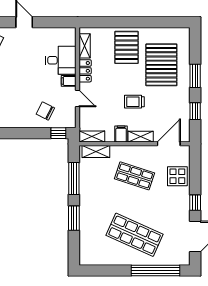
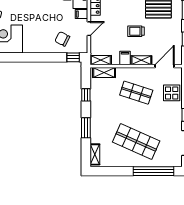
door: (78, 99) -> (89, 29), hinge flipped
window: (74, 179) -> (86, 95), width x0.46
shelving: (85, 250) -> (95, 154), added

